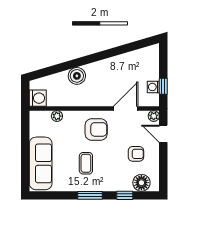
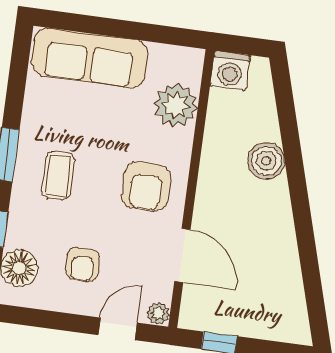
washing machine: (153, 87) -> (221, 321), removed
plant: (57, 116) -> (176, 105), width x1.87, depth x1.87
coffee table: (86, 163) -> (58, 175), moved, turned 90

